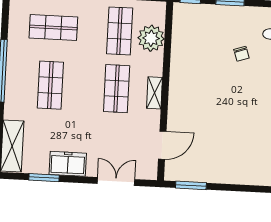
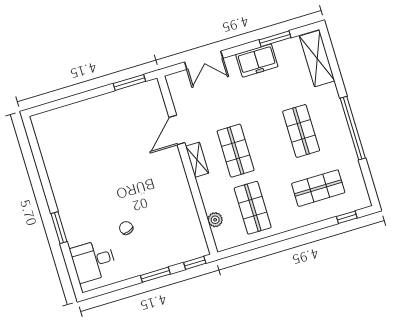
plant: (151, 38) -> (215, 220), width x0.53, depth x0.53
door: (162, 145) -> (177, 130), moved

